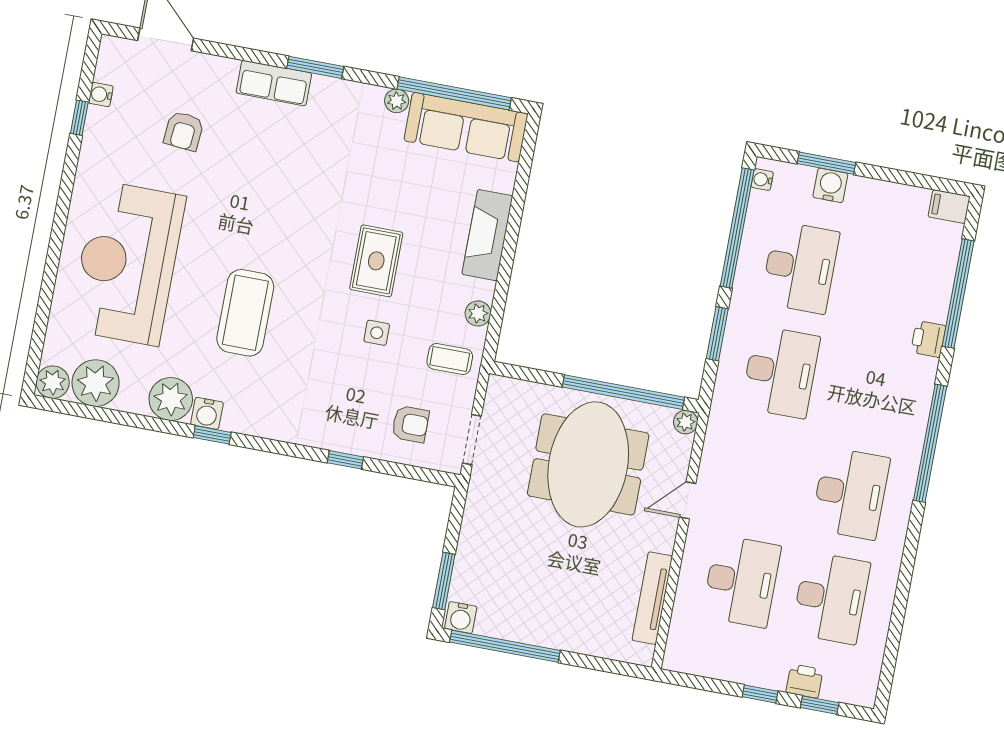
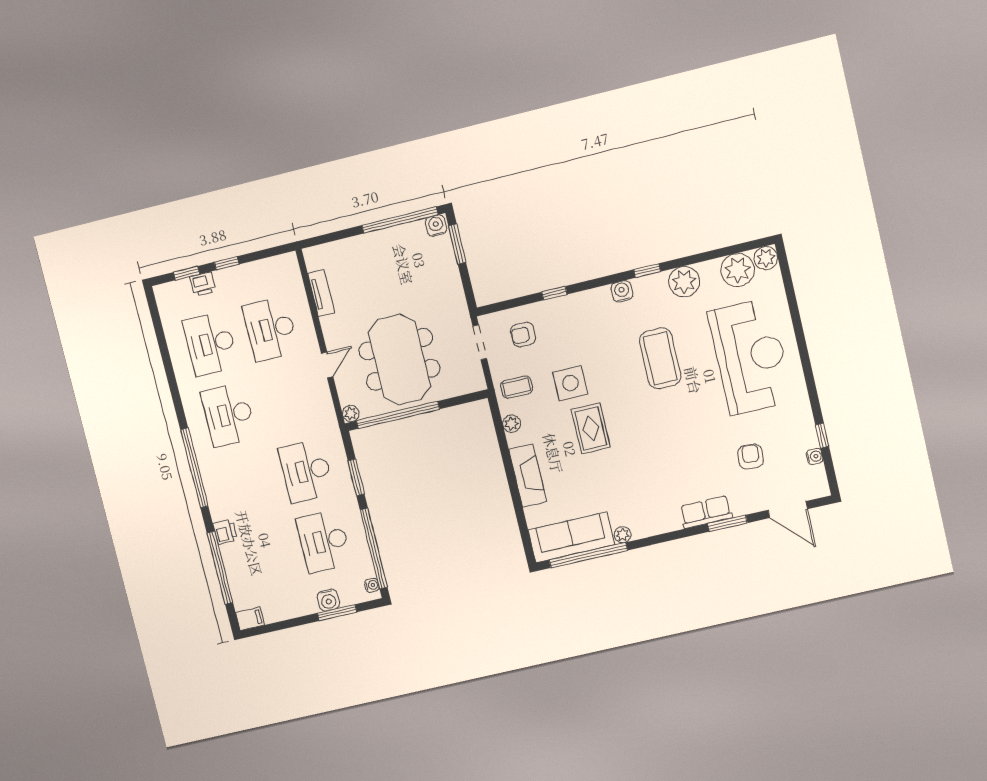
window: (315, 67) -> (727, 523), moved
side table: (377, 333) -> (570, 383), width x1.87, depth x1.87
water cooler: (207, 413) -> (622, 291), moved
tv unit: (652, 598) -> (321, 293), width x0.71

